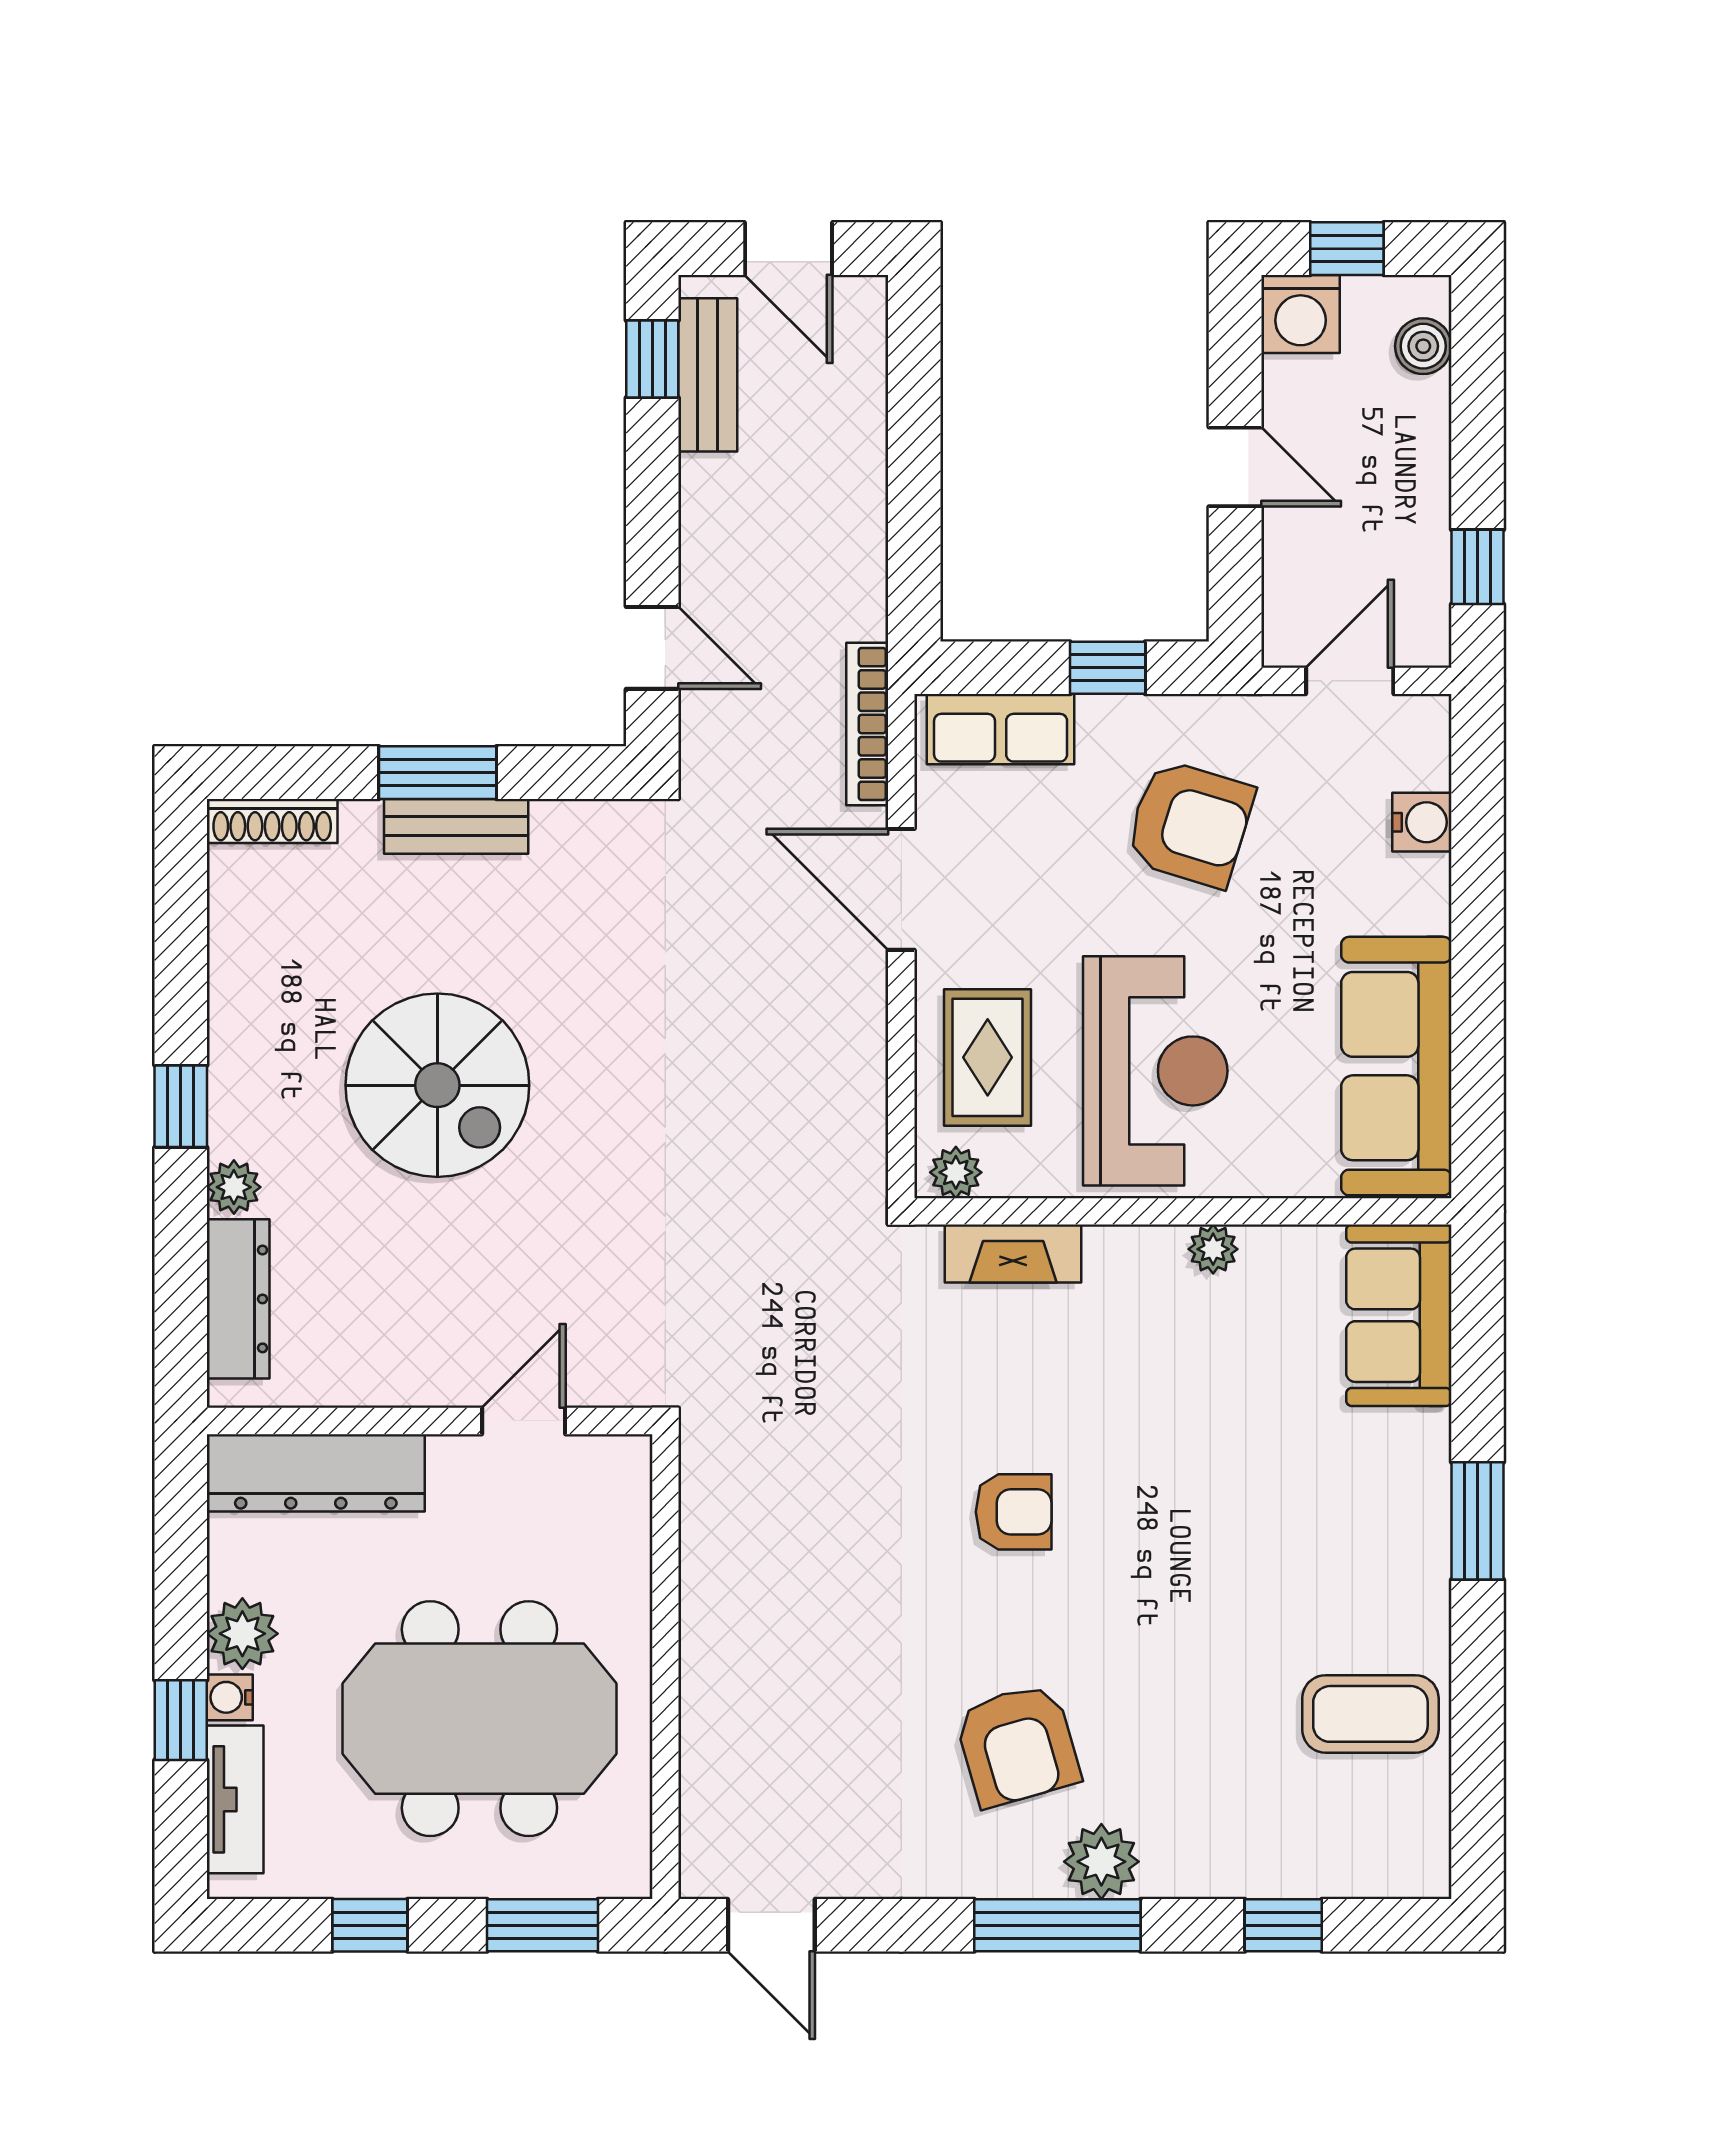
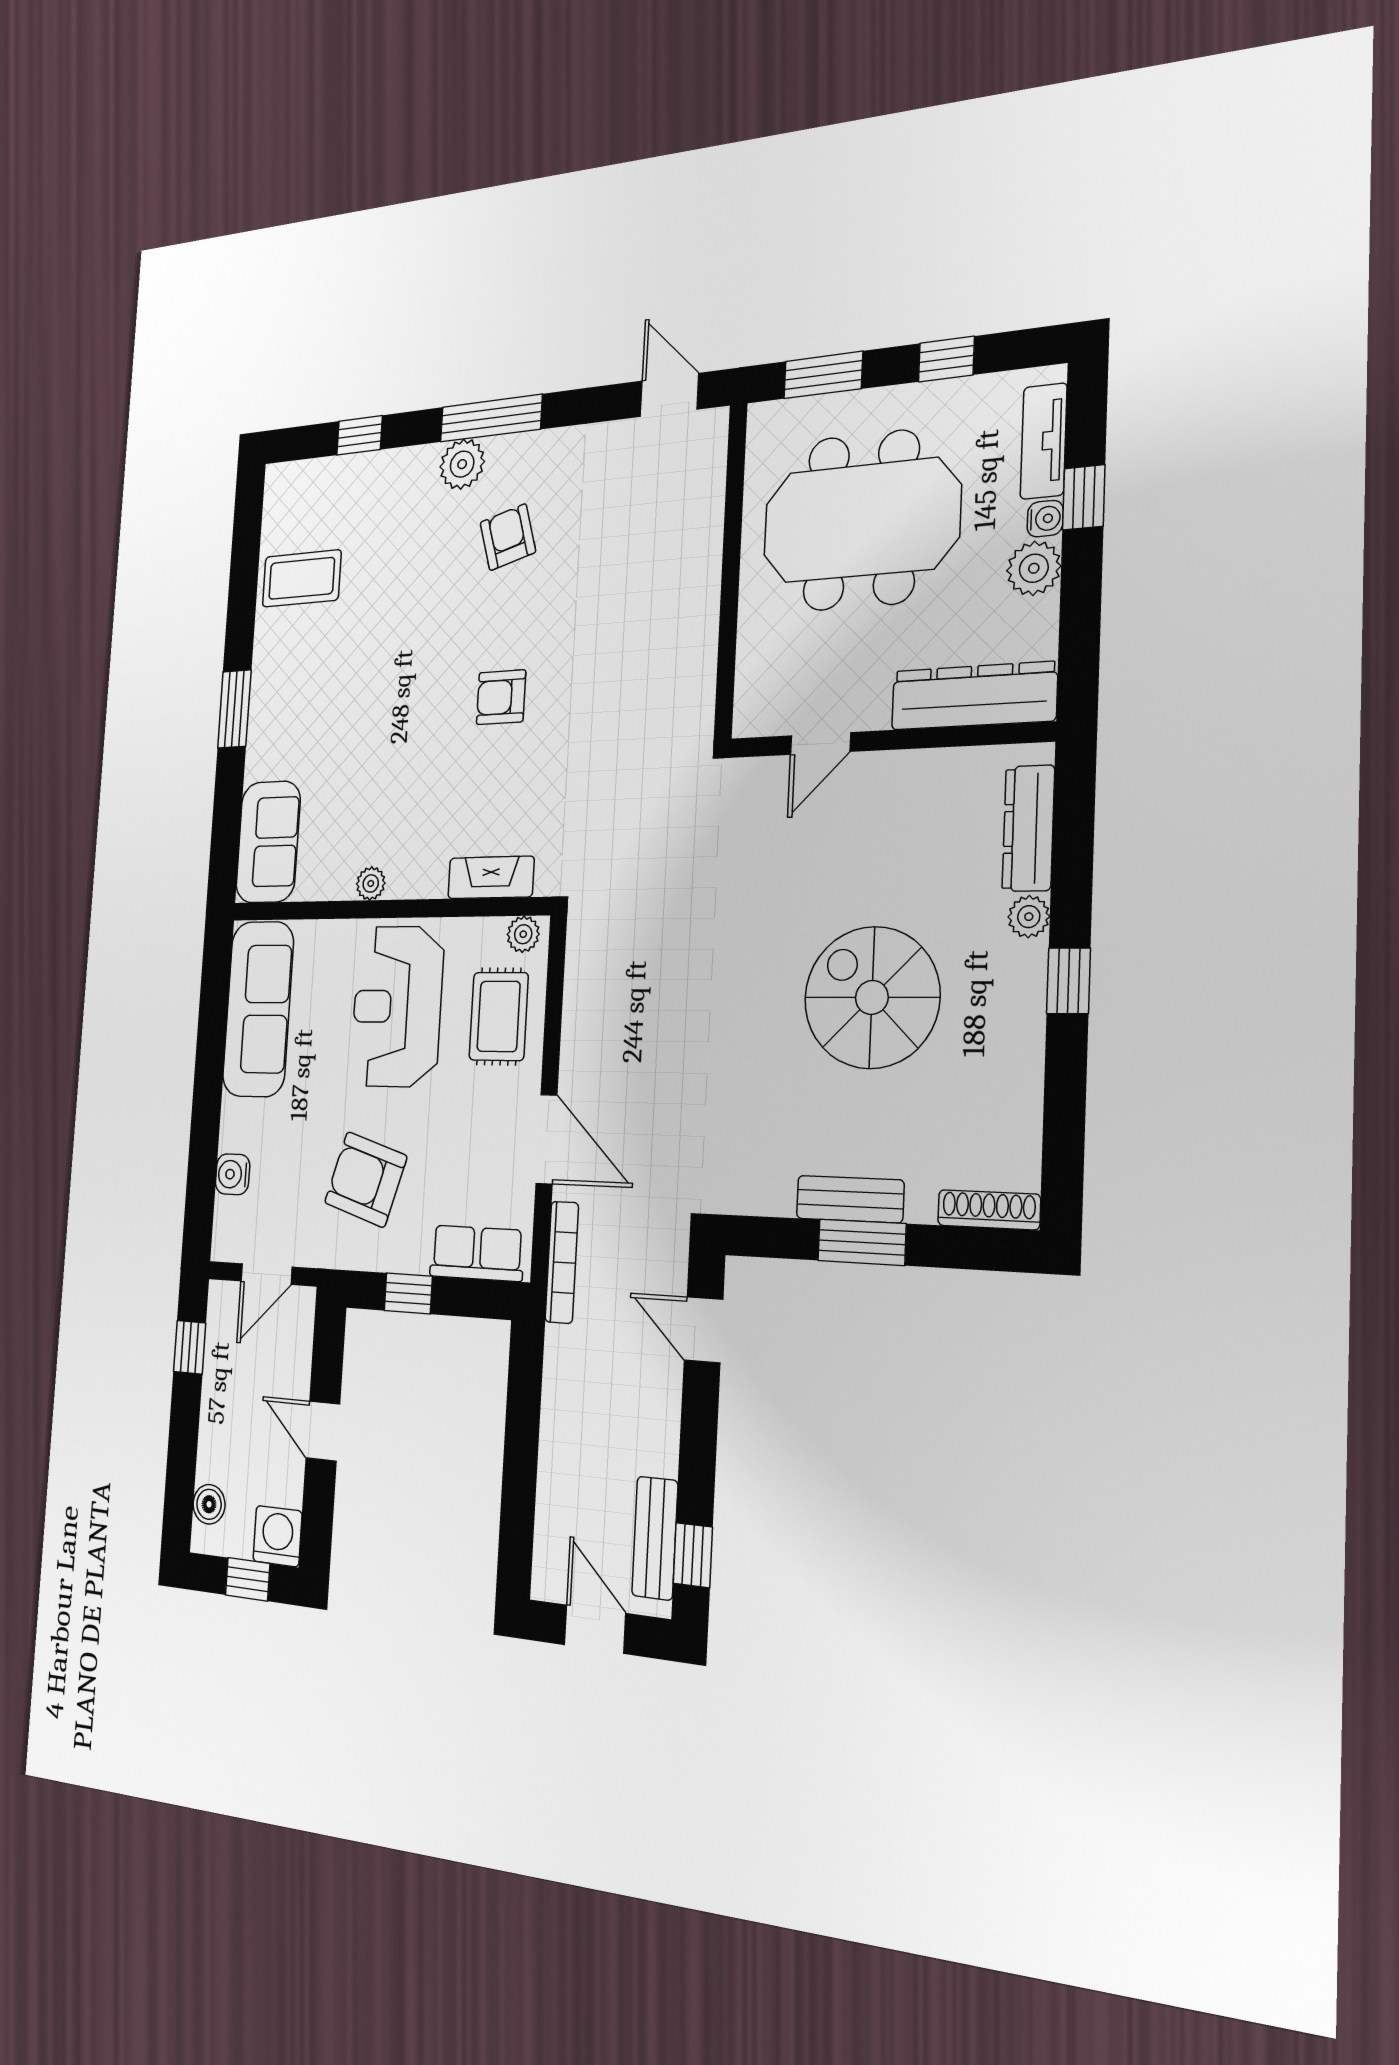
armchair: (1017, 1745) -> (508, 537), width x0.72, depth x0.72

